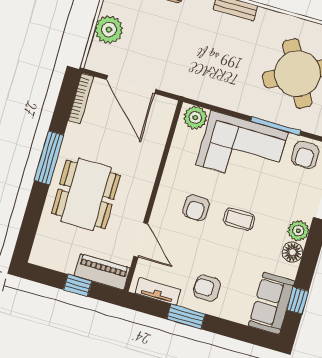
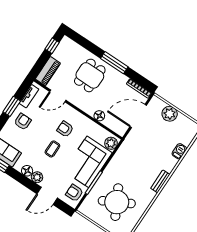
floor lamp: (153, 154) -> (99, 116), added
dining table: (86, 194) -> (90, 75), width x0.73
window: (78, 285) -> (52, 46), moved

